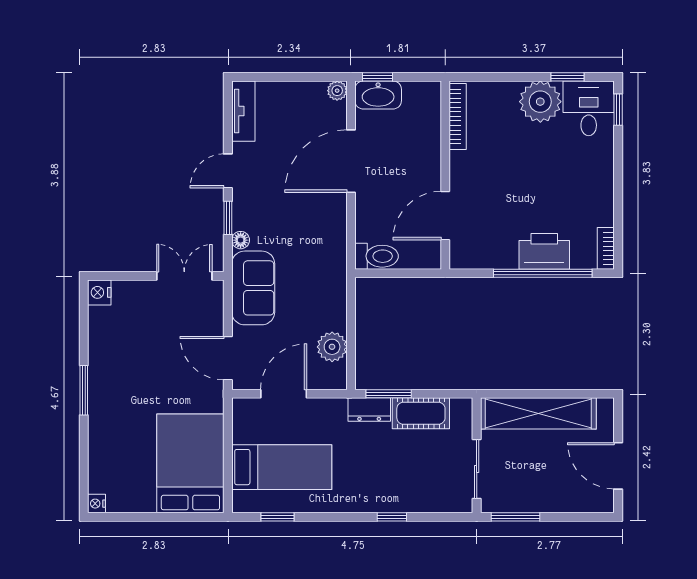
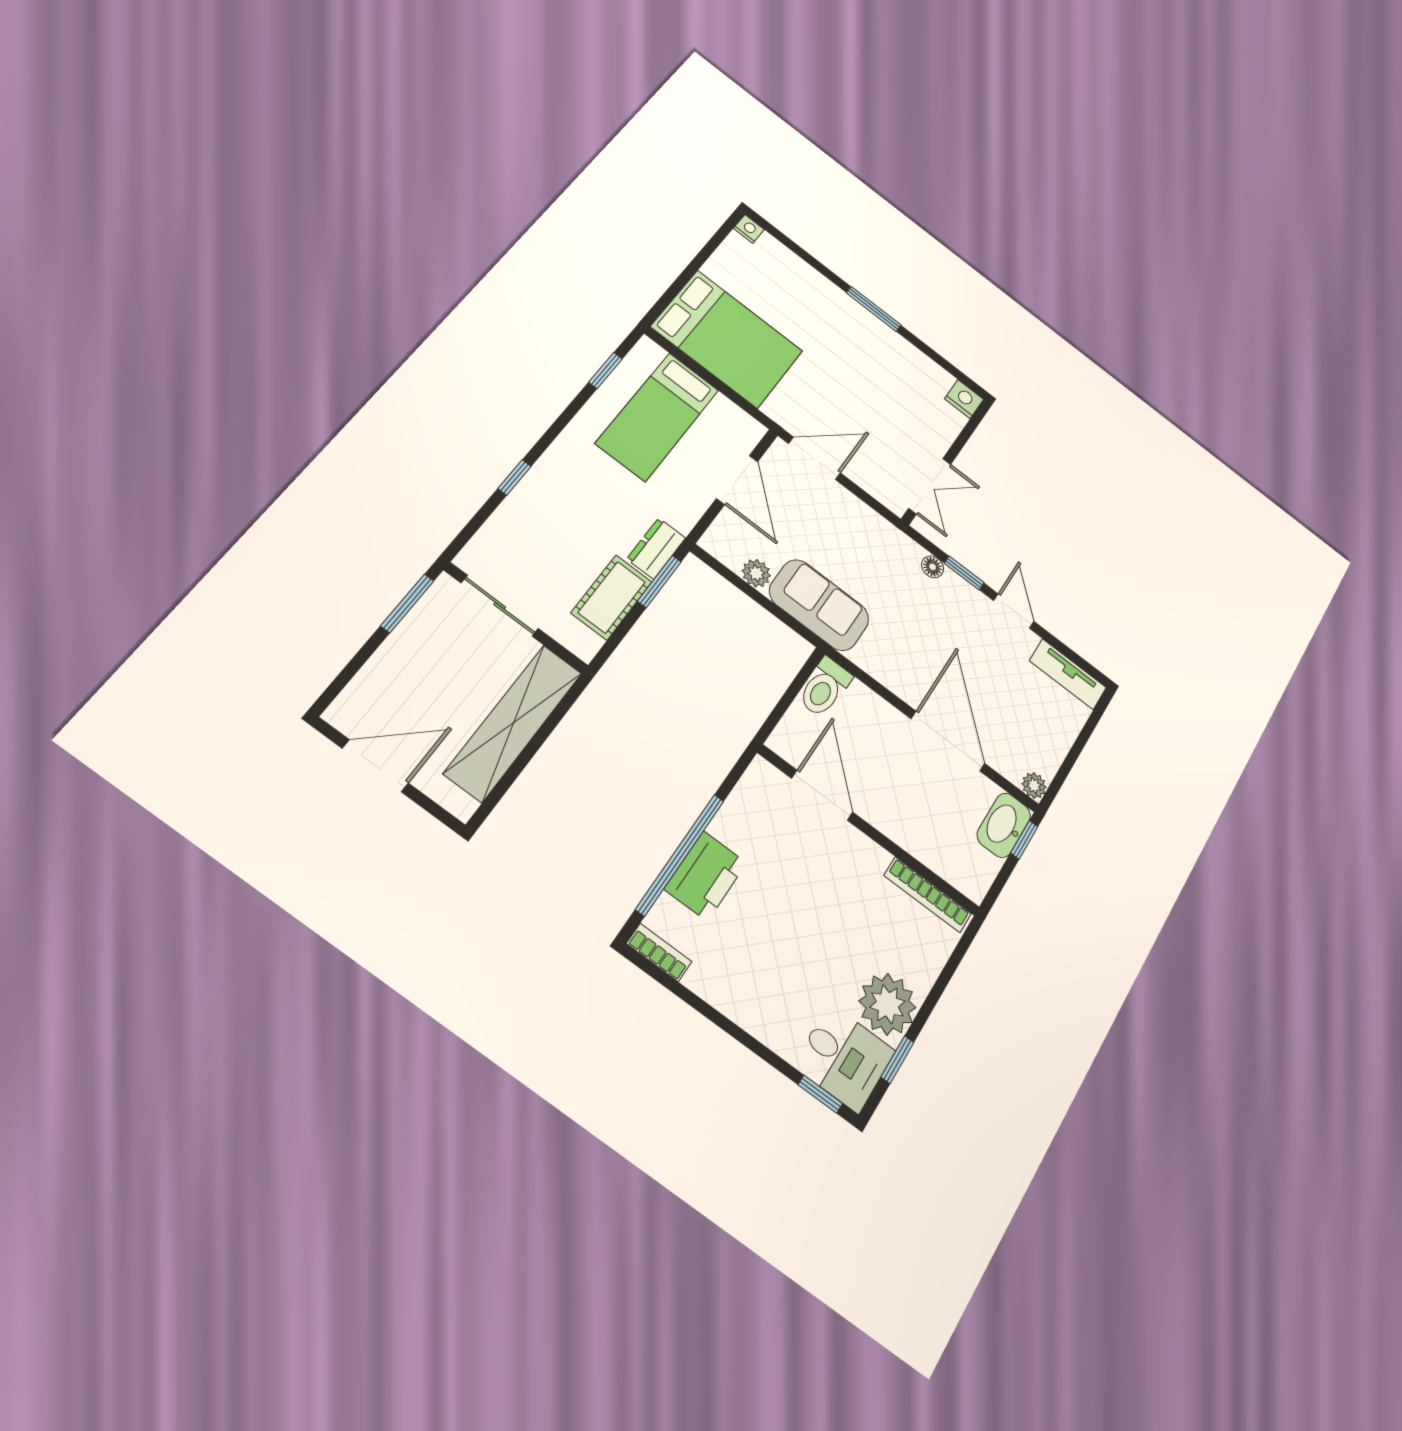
sofa: (253, 288) -> (819, 605), moved, turned 180
plant: (332, 347) -> (756, 573), width x0.73, depth x0.73

